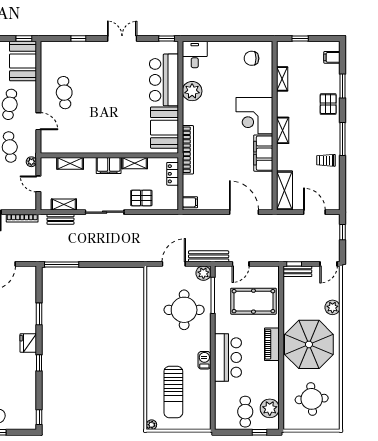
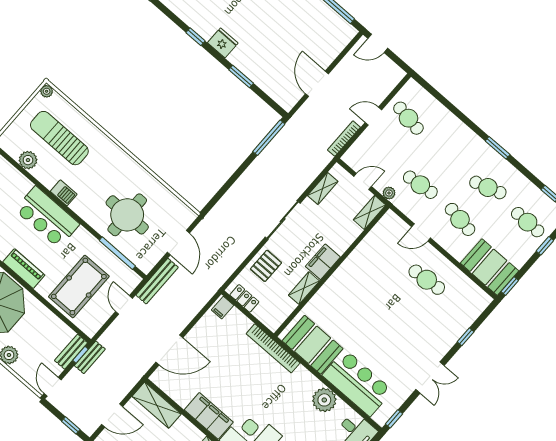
shelving: (70, 163) -> (370, 212), moved
locker: (173, 174) -> (244, 298), moved
bench: (60, 219) -> (90, 357), moved
plant: (203, 273) -> (28, 160), moved

